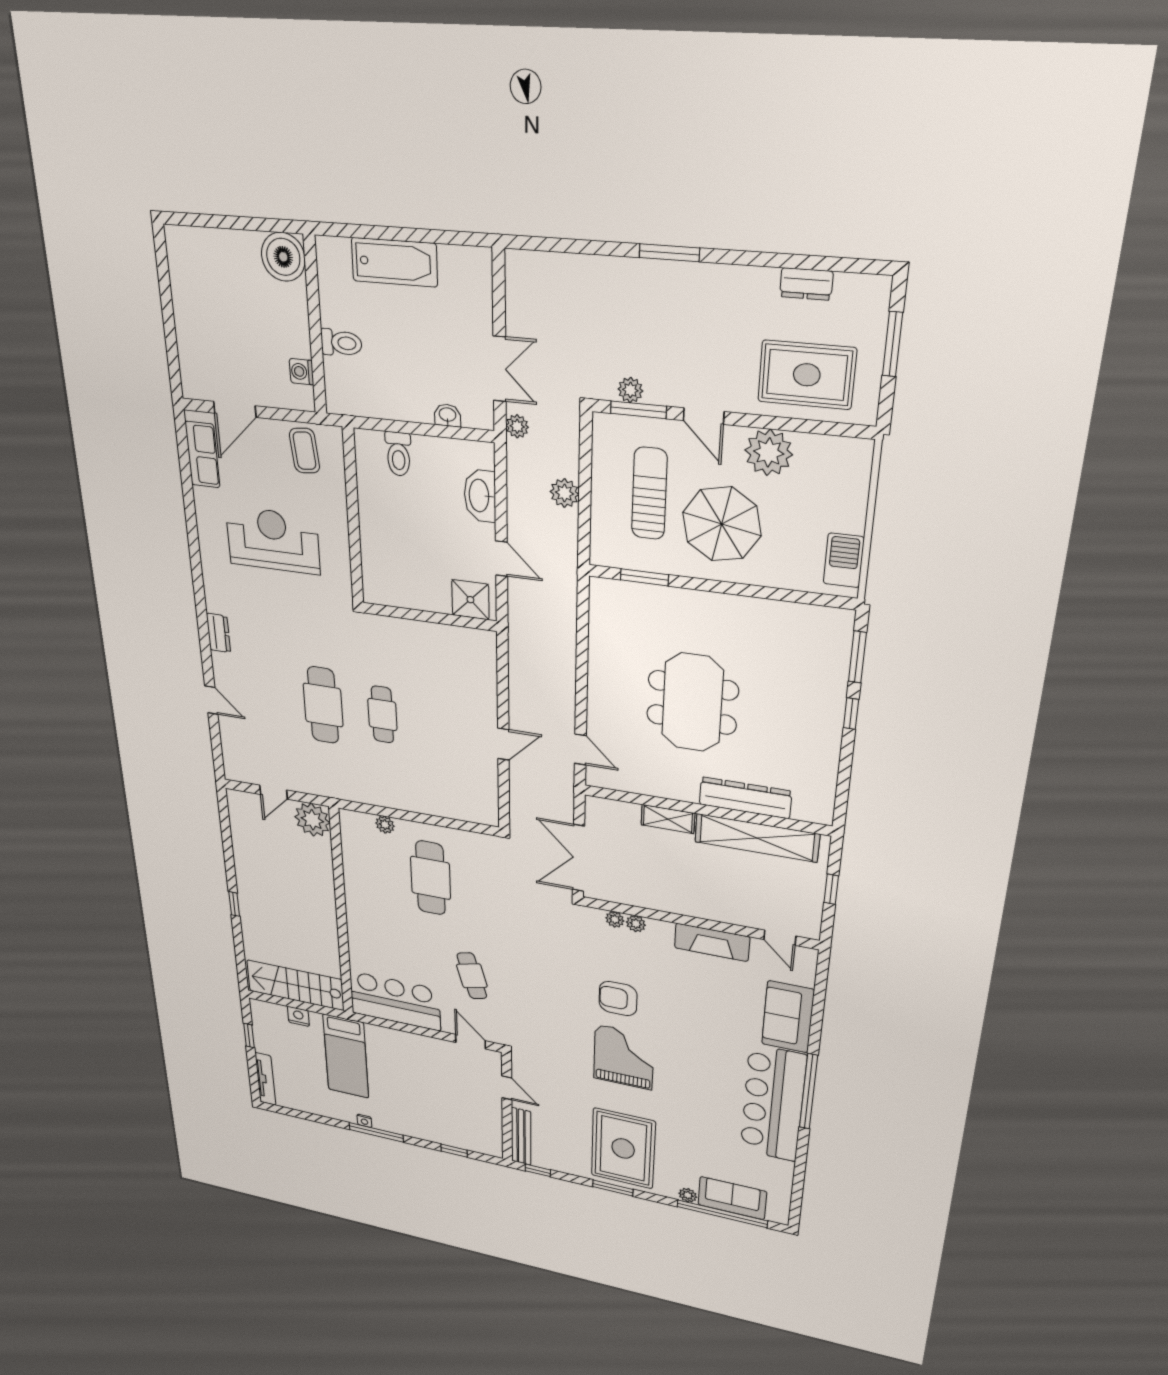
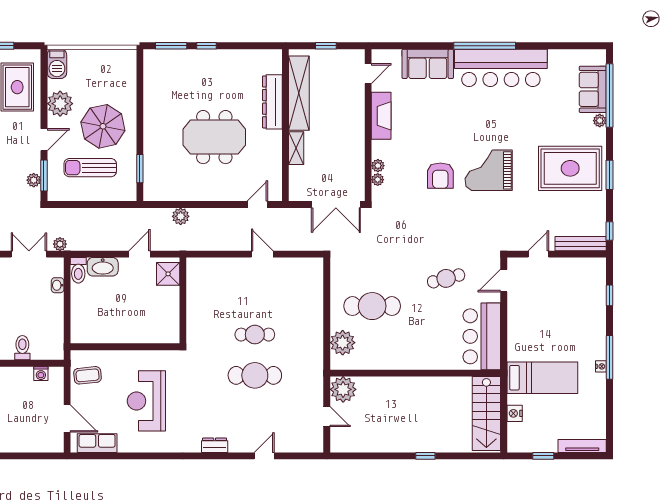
toilet: (398, 454) -> (78, 270), moved, turned 90
plant: (564, 493) -> (181, 216), moved
barbecue: (844, 560) -> (57, 64), moved, turned -90
plant: (385, 825) -> (343, 343), width x1.88, depth x1.88

